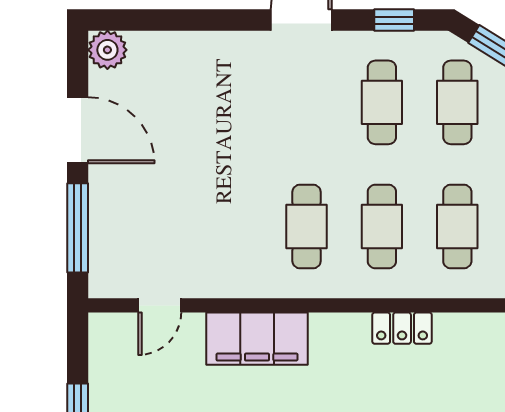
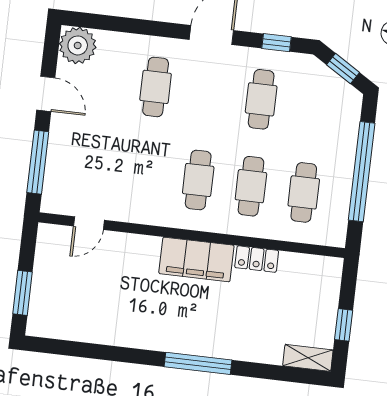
plant: (107, 50) -> (78, 45), width x1.36, depth x1.36
cafe table: (457, 102) -> (156, 87), moved
door: (78, 130) -> (46, 94), width x0.73
filing cabinet: (257, 339) -> (196, 259), moved

